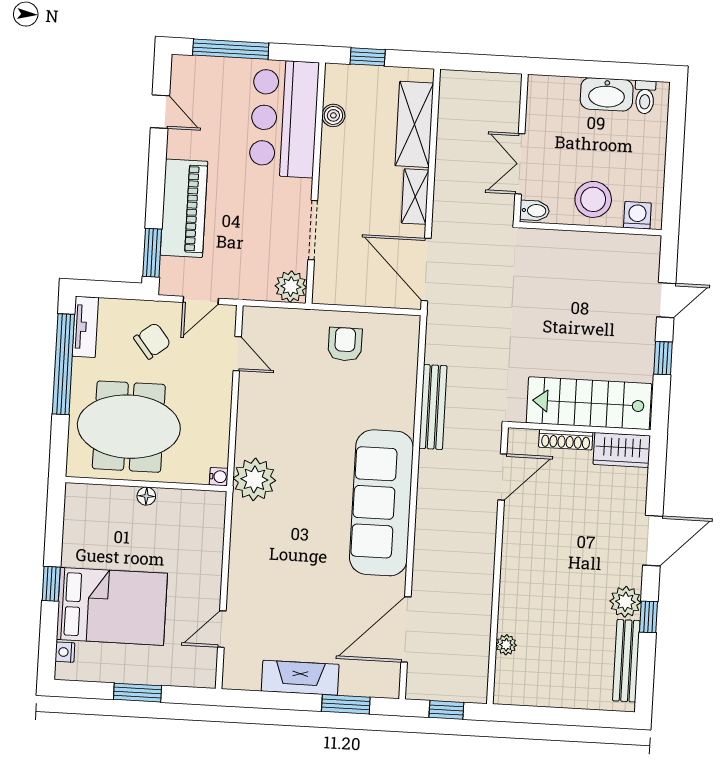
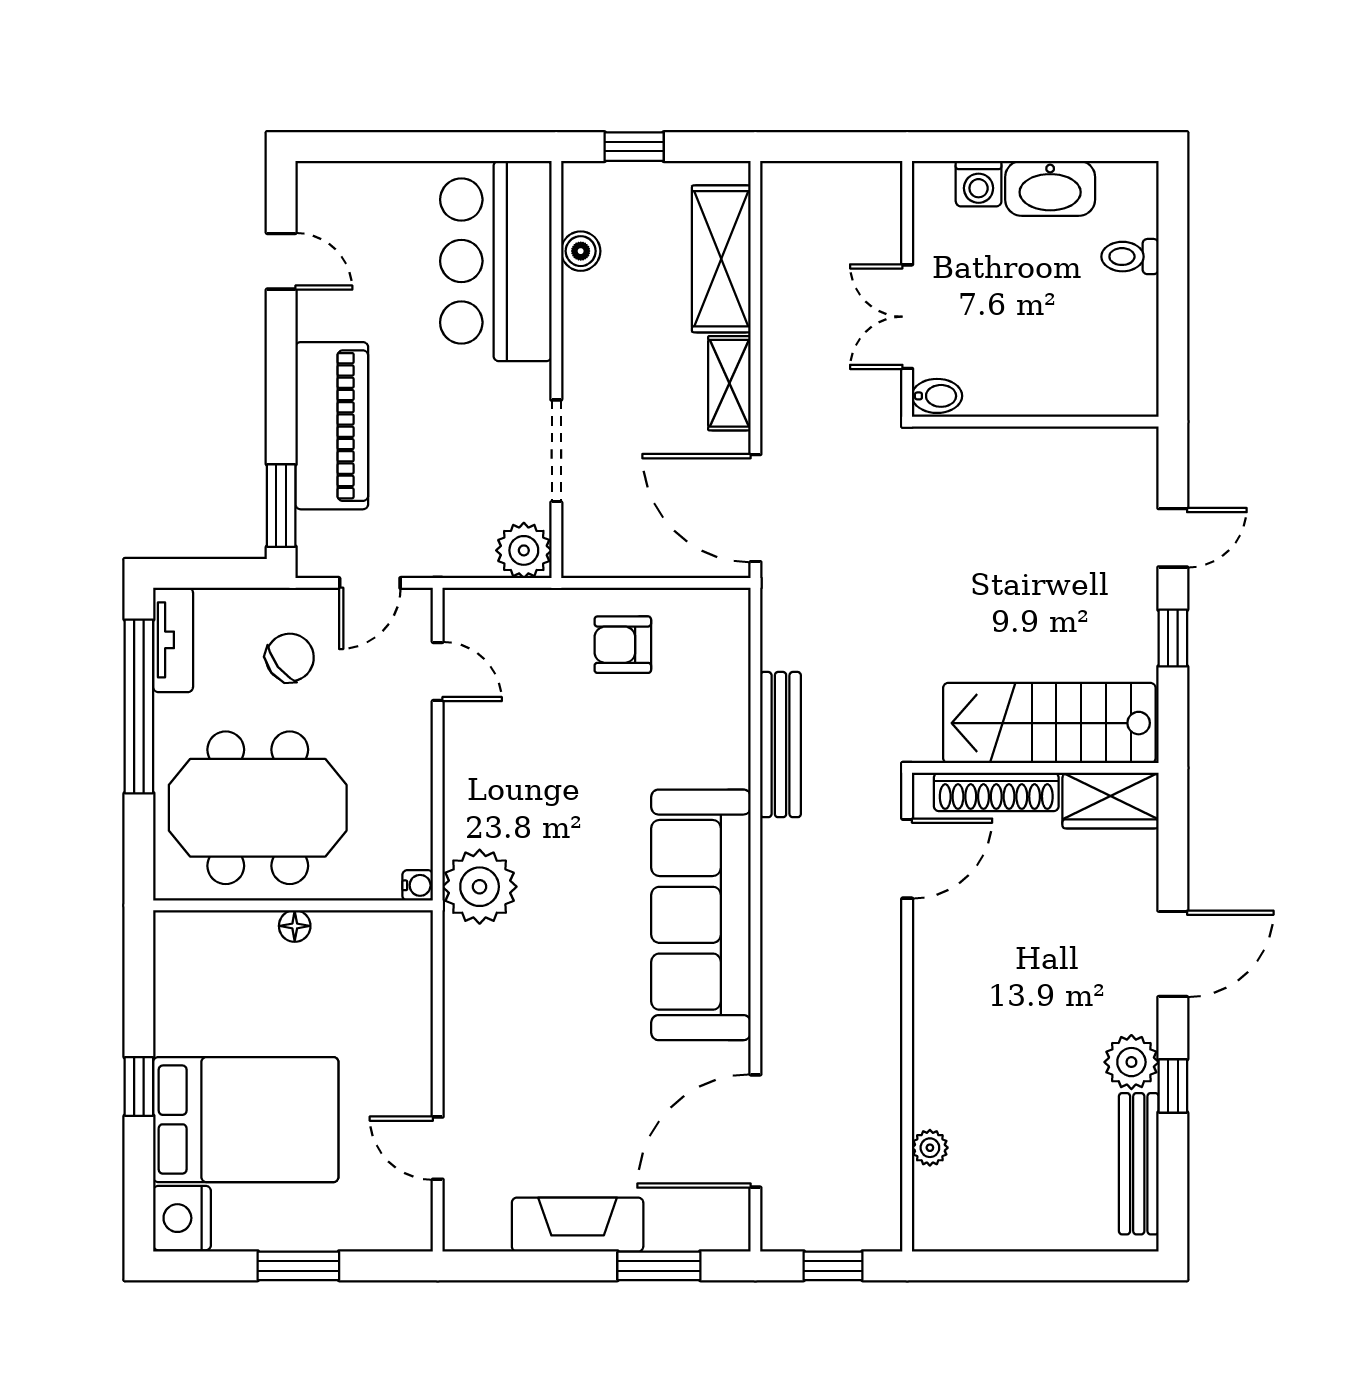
window: (231, 49) -> (397, 147), removed
toilet: (645, 97) -> (1130, 257), moved, turned 90
stool: (593, 199) -> (1037, 371), removed
washing machine: (637, 215) -> (979, 184), moved, turned 180
armchair: (345, 344) -> (623, 645), turned -90
shoe rack: (566, 440) -> (996, 792), width x1.36, depth x1.24
door: (222, 629) -> (438, 1148), hinge flipped
nightstand: (65, 652) -> (182, 1218), width x1.89, depth x1.79

